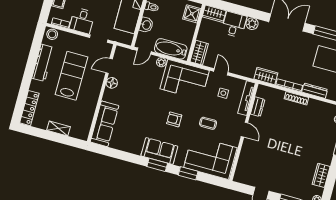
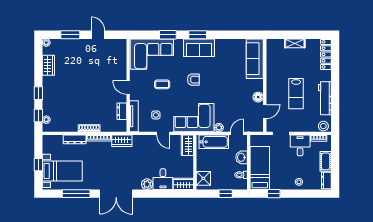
lab bench: (71, 76) -> (296, 94), width x0.73, depth x0.72

